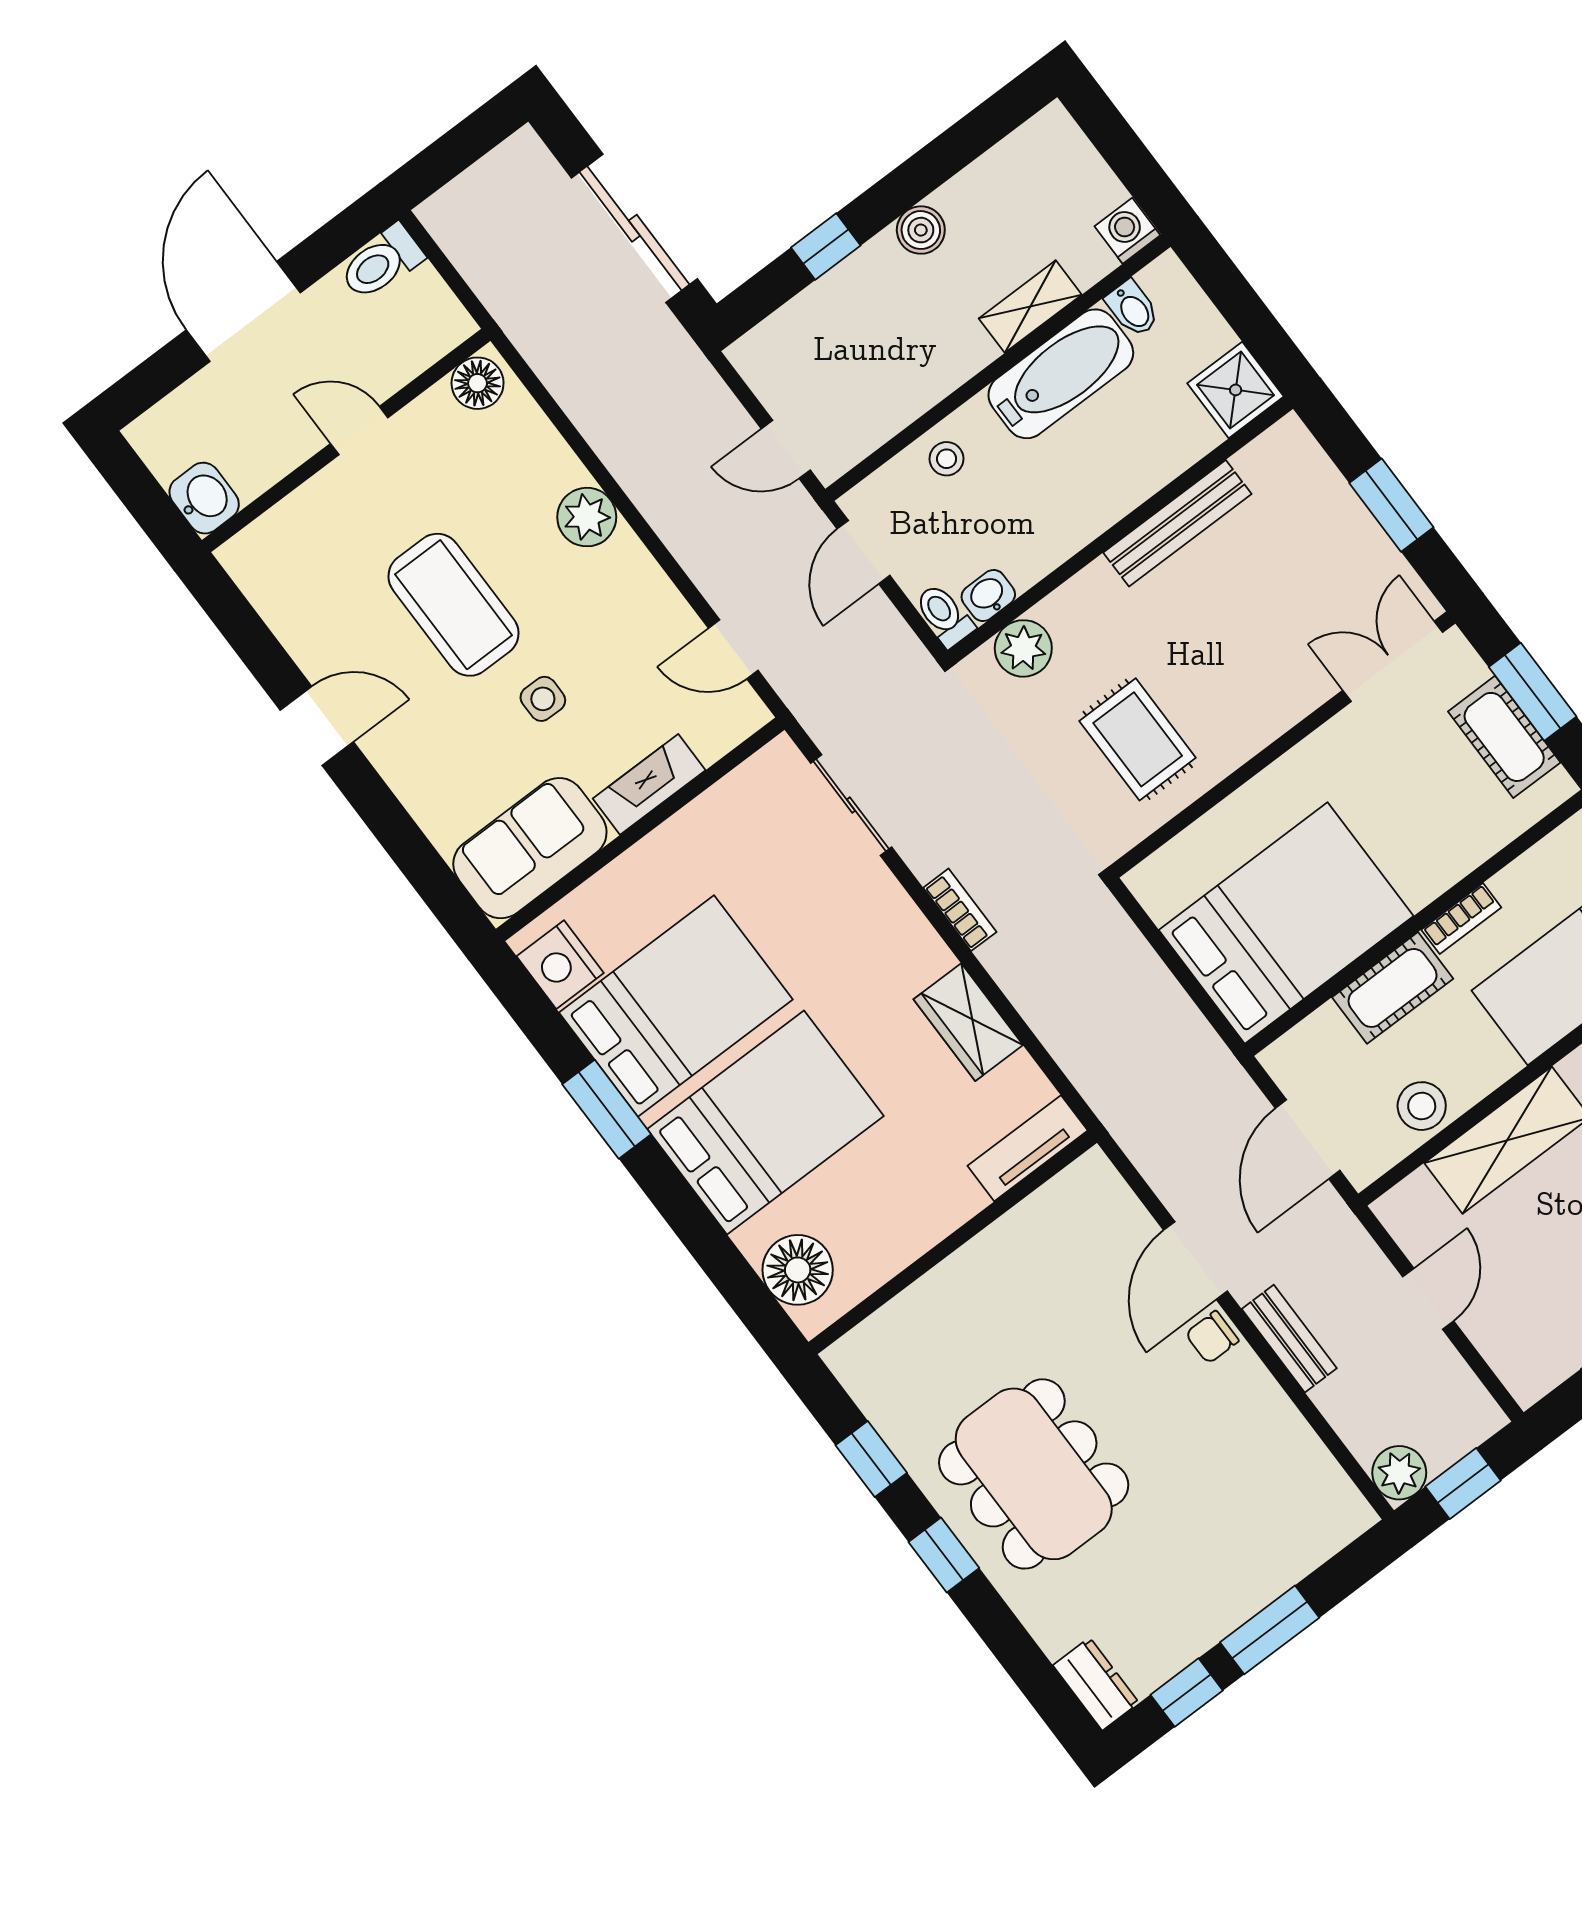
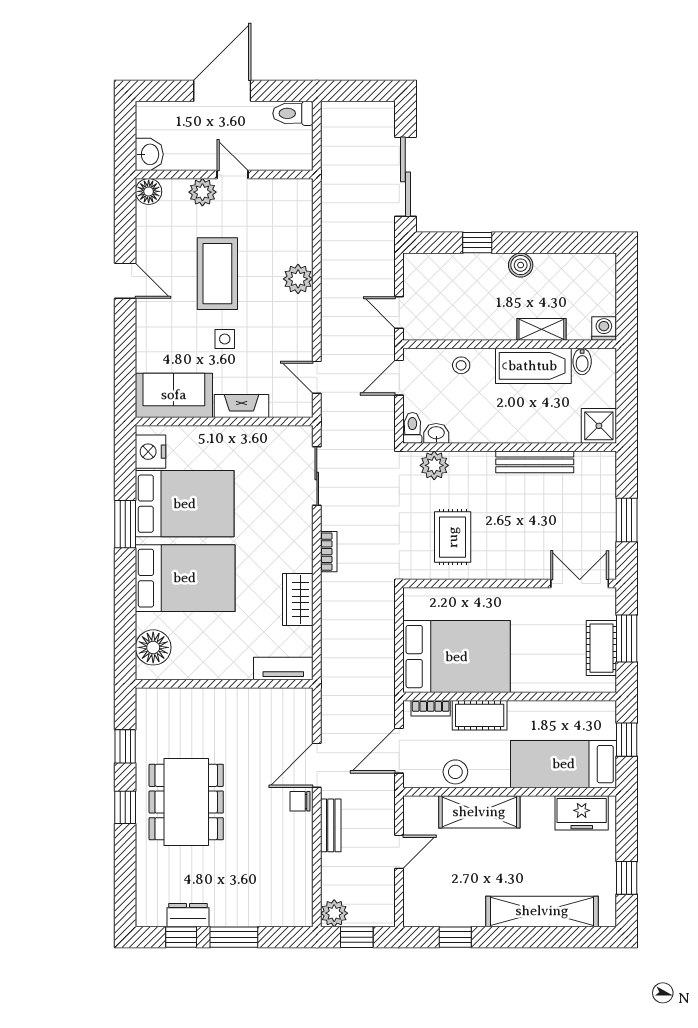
floor lamp: (478, 383) -> (149, 191), moved
plant: (333, 494) -> (202, 192), added
bookcase: (1461, 919) -> (431, 708), moved
dresser: (1096, 1684) -> (188, 915), moved, turned -90

